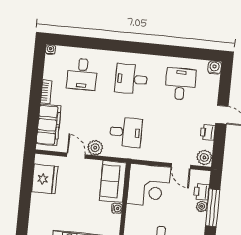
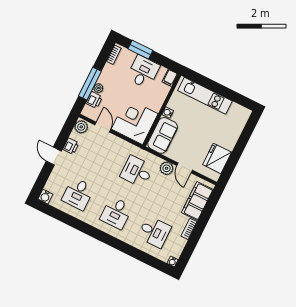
desk: (82, 74) -> (154, 232), turned 90
desk: (131, 79) -> (116, 213), turned 90

